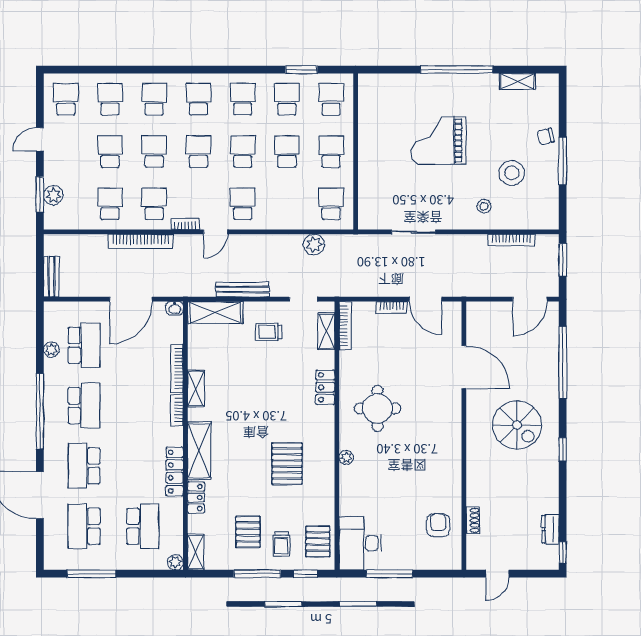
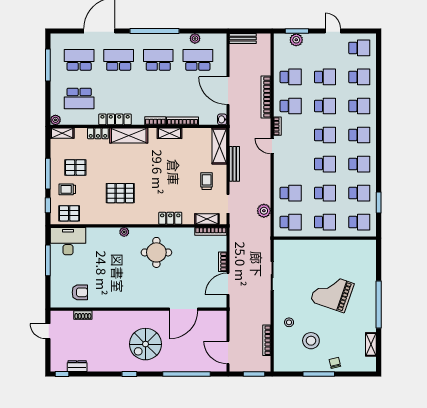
grand piano: (438, 140) -> (332, 292), turned -71
school desk: (243, 204) -> (291, 193), moved
school desk: (84, 345) -> (198, 60), turned 180
school desk: (84, 406) -> (158, 60), turned 180

